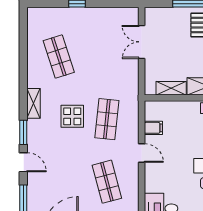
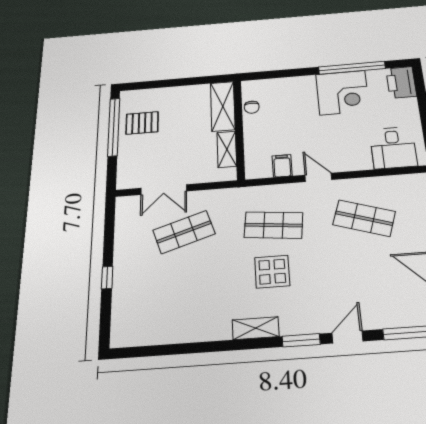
shop shelf: (59, 57) -> (184, 232), moved
door: (142, 153) -> (318, 177), hinge flipped
shop shelf: (107, 182) -> (364, 218), turned 33

